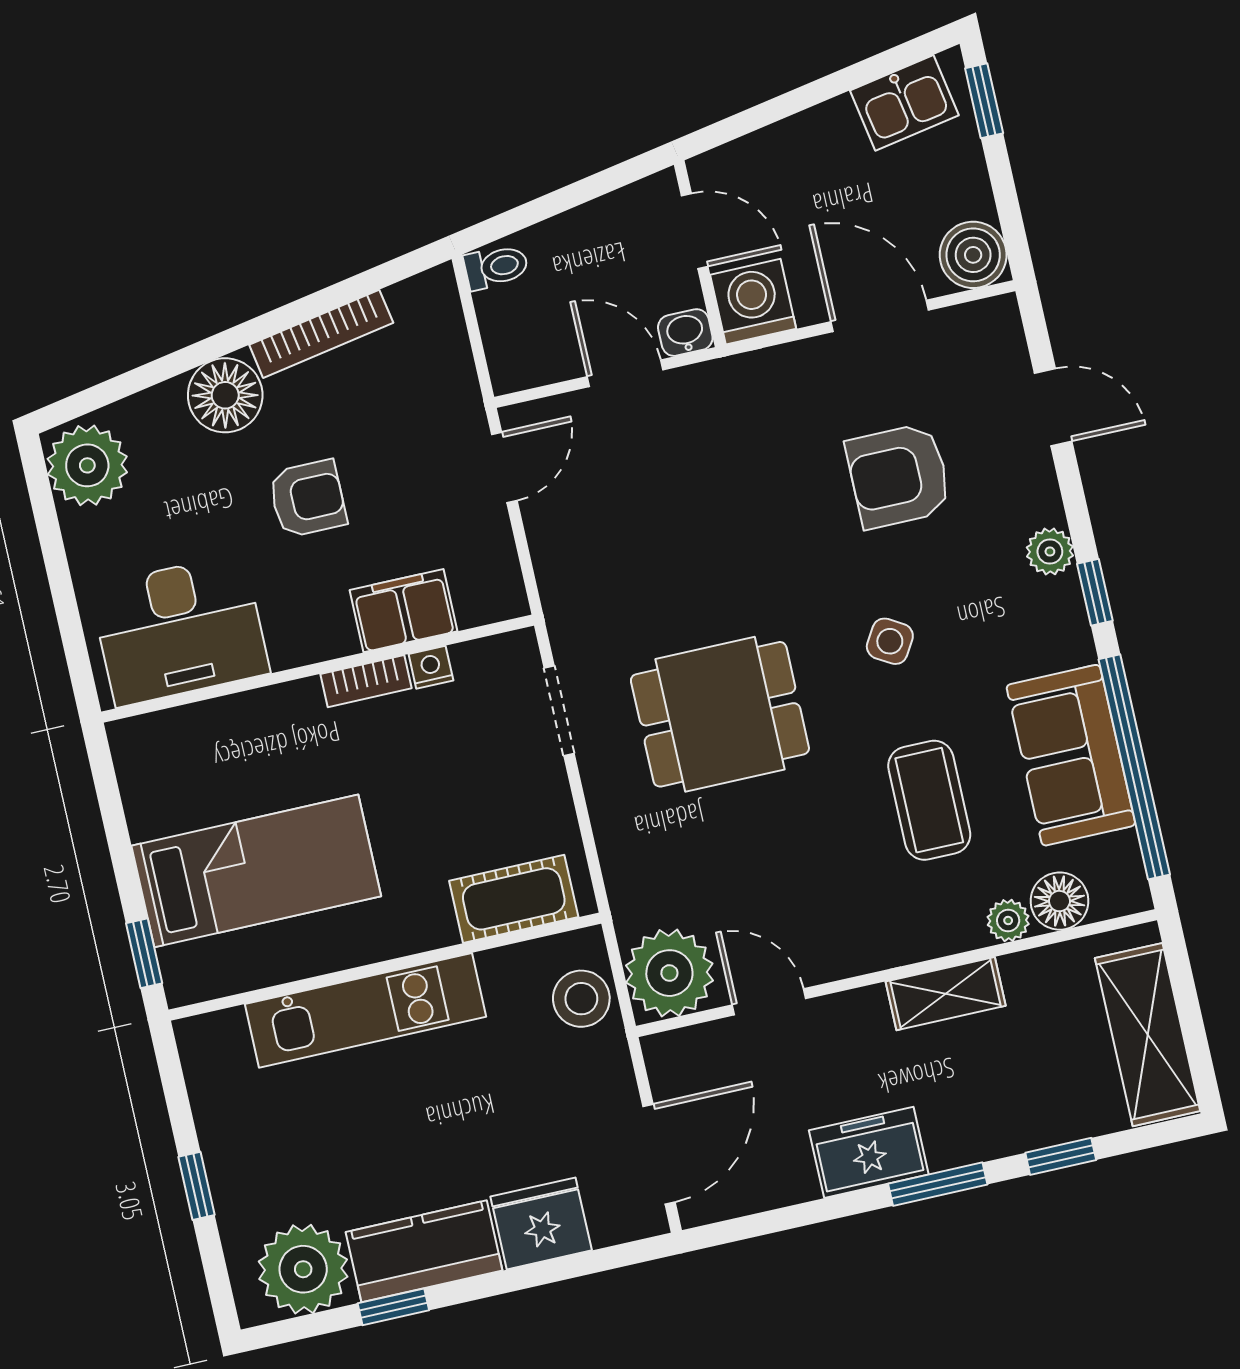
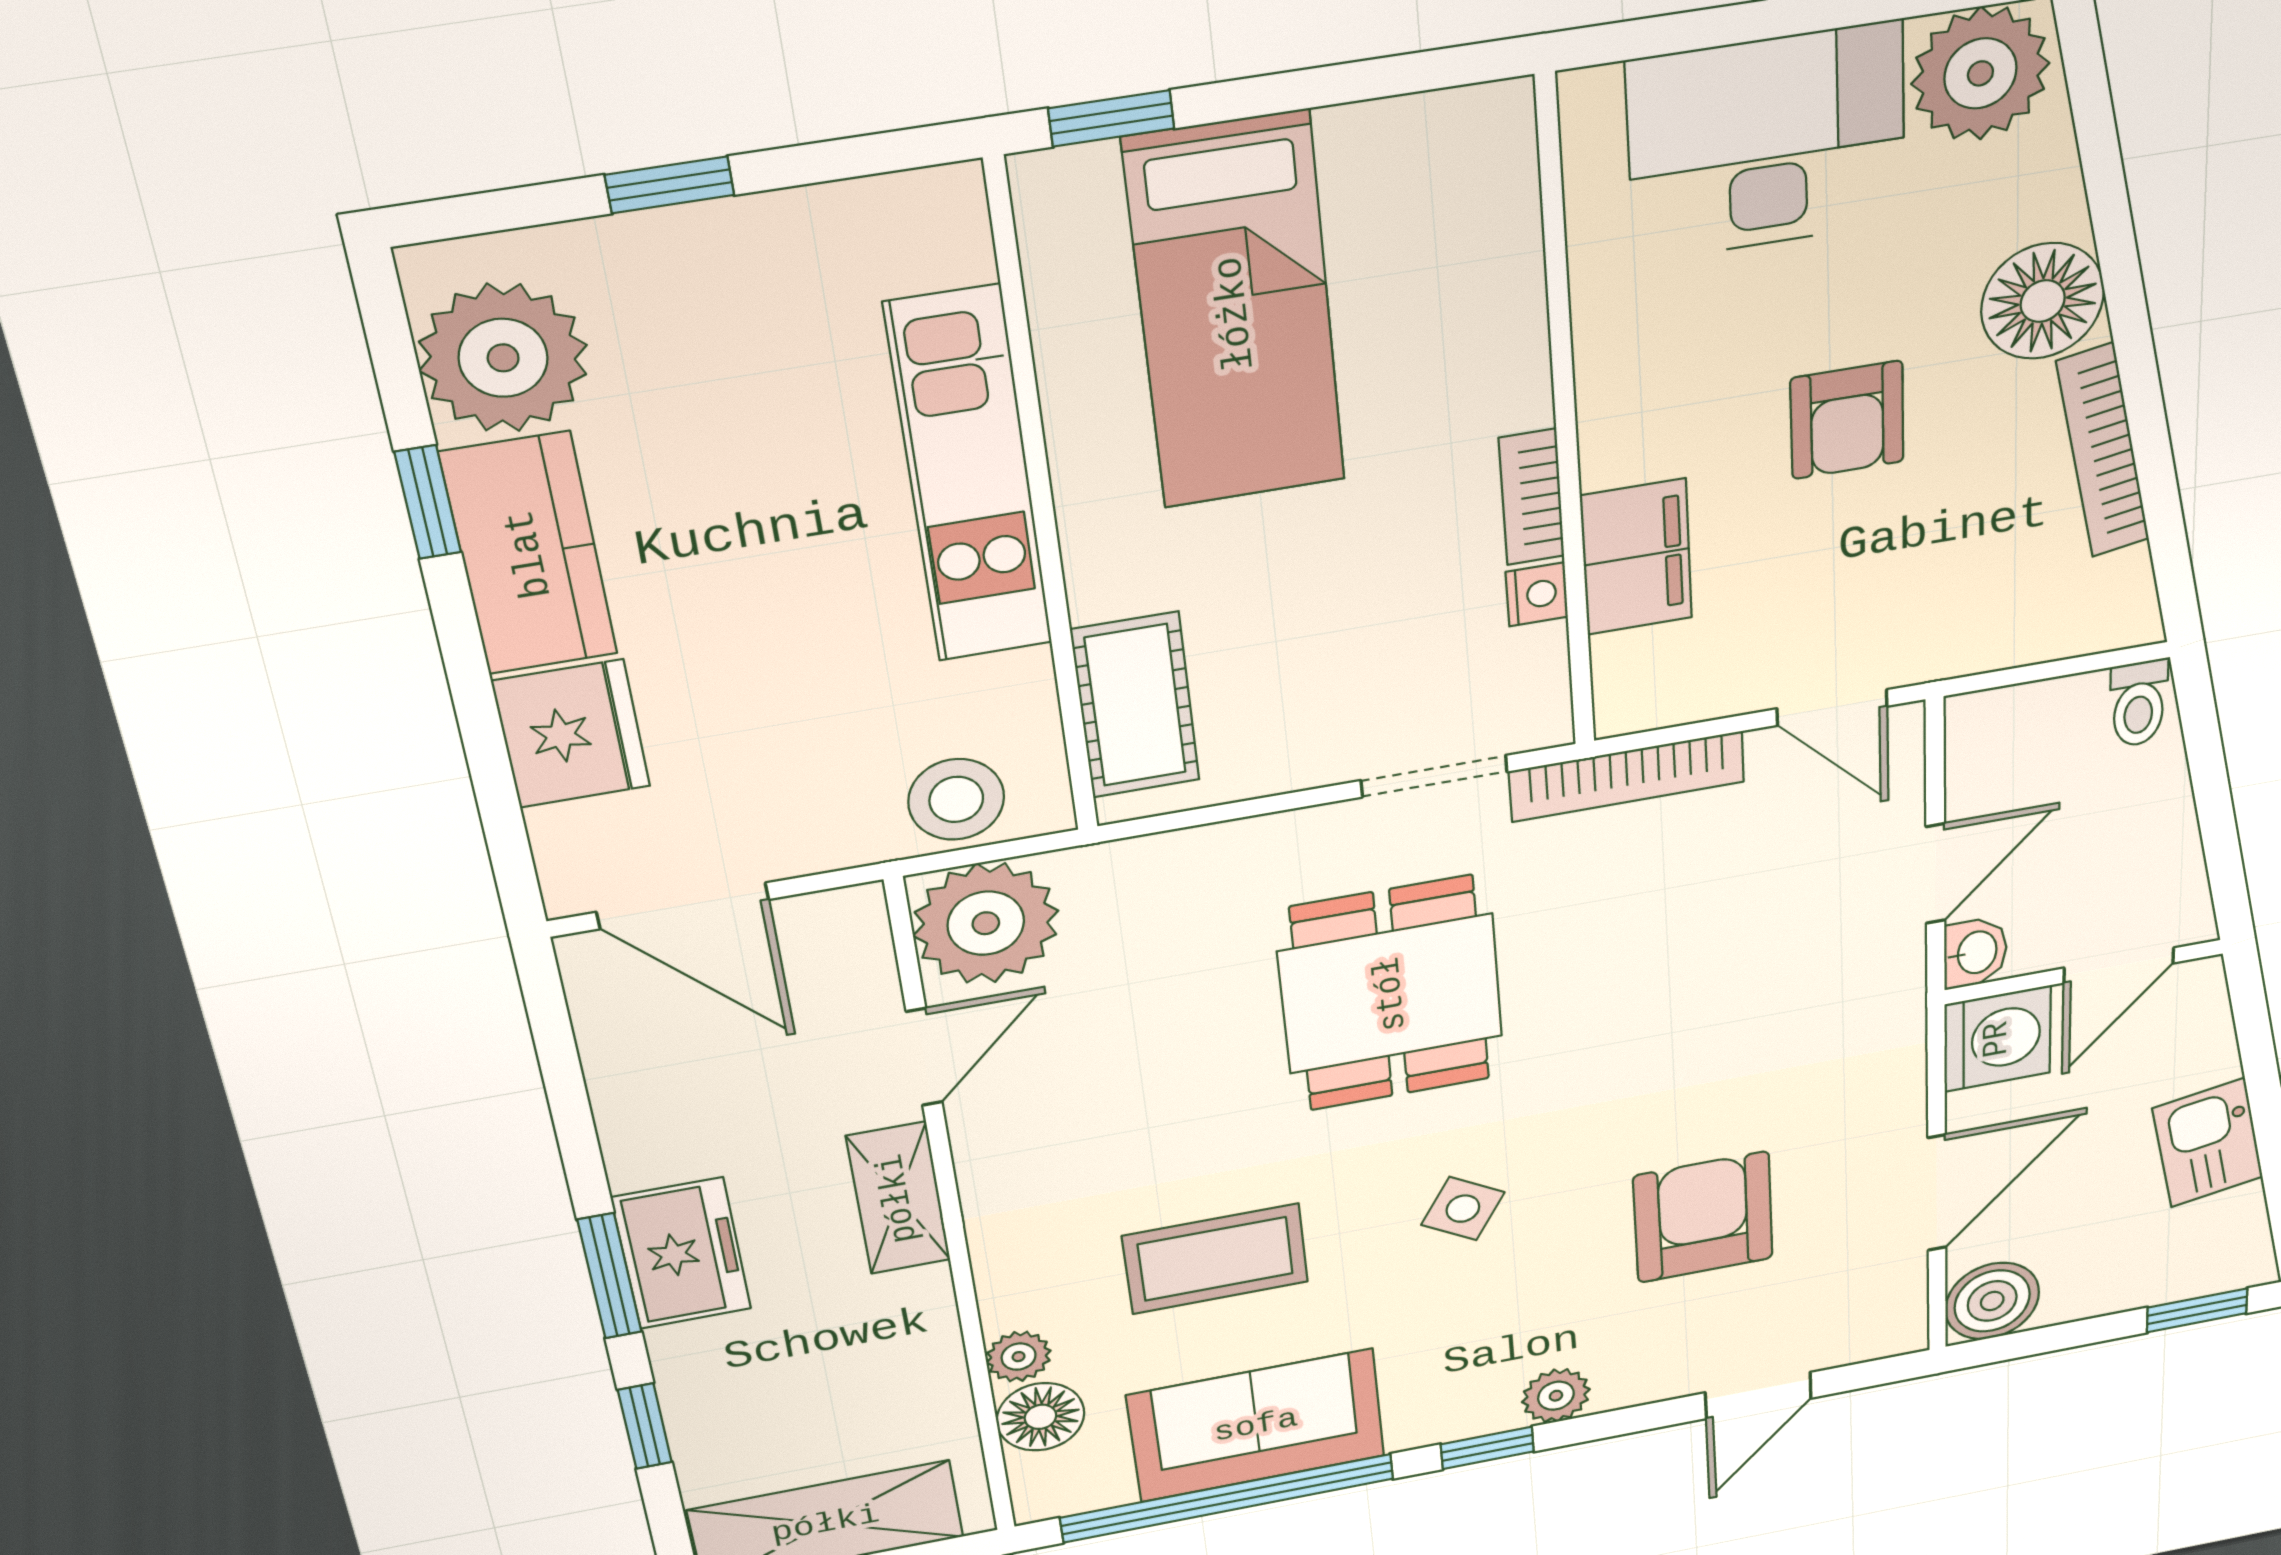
kitchen sink: (904, 103) -> (2208, 1143), moved
bookcase: (557, 589) -> (1627, 776), added
desk: (180, 630) -> (1767, 142), moved, turned 90
shelving: (946, 994) -> (898, 1198), moved
freezer: (869, 1152) -> (681, 1253), moved

